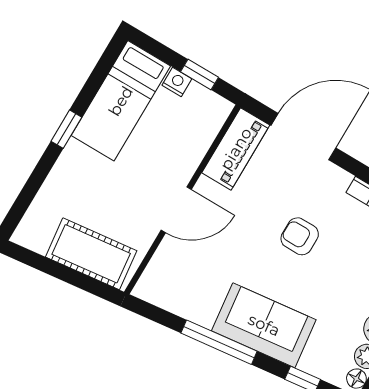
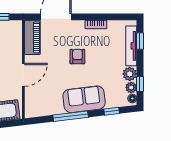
armchair: (300, 236) -> (77, 56), turned 90

